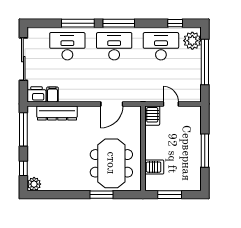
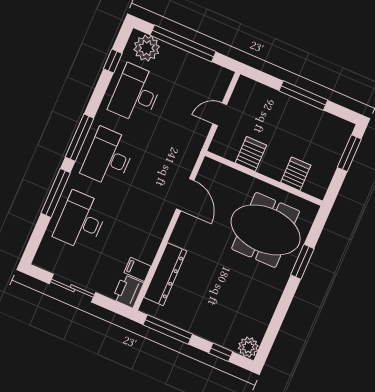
sliding door: (23, 59) -> (72, 288), width x0.73
server rack: (152, 116) -> (251, 154), moved, turned -90
window: (170, 195) -> (349, 153), moved

